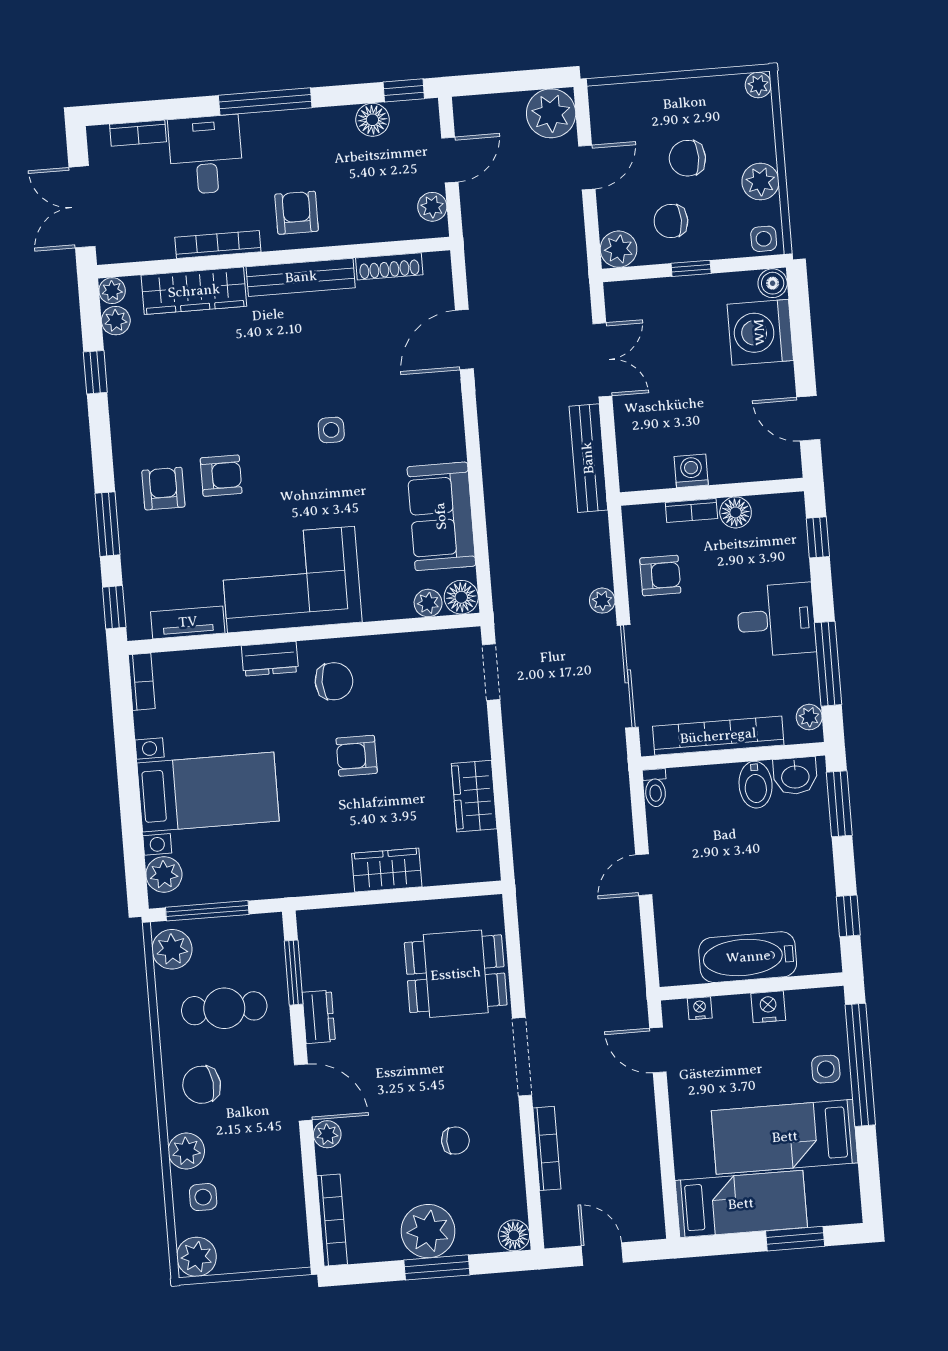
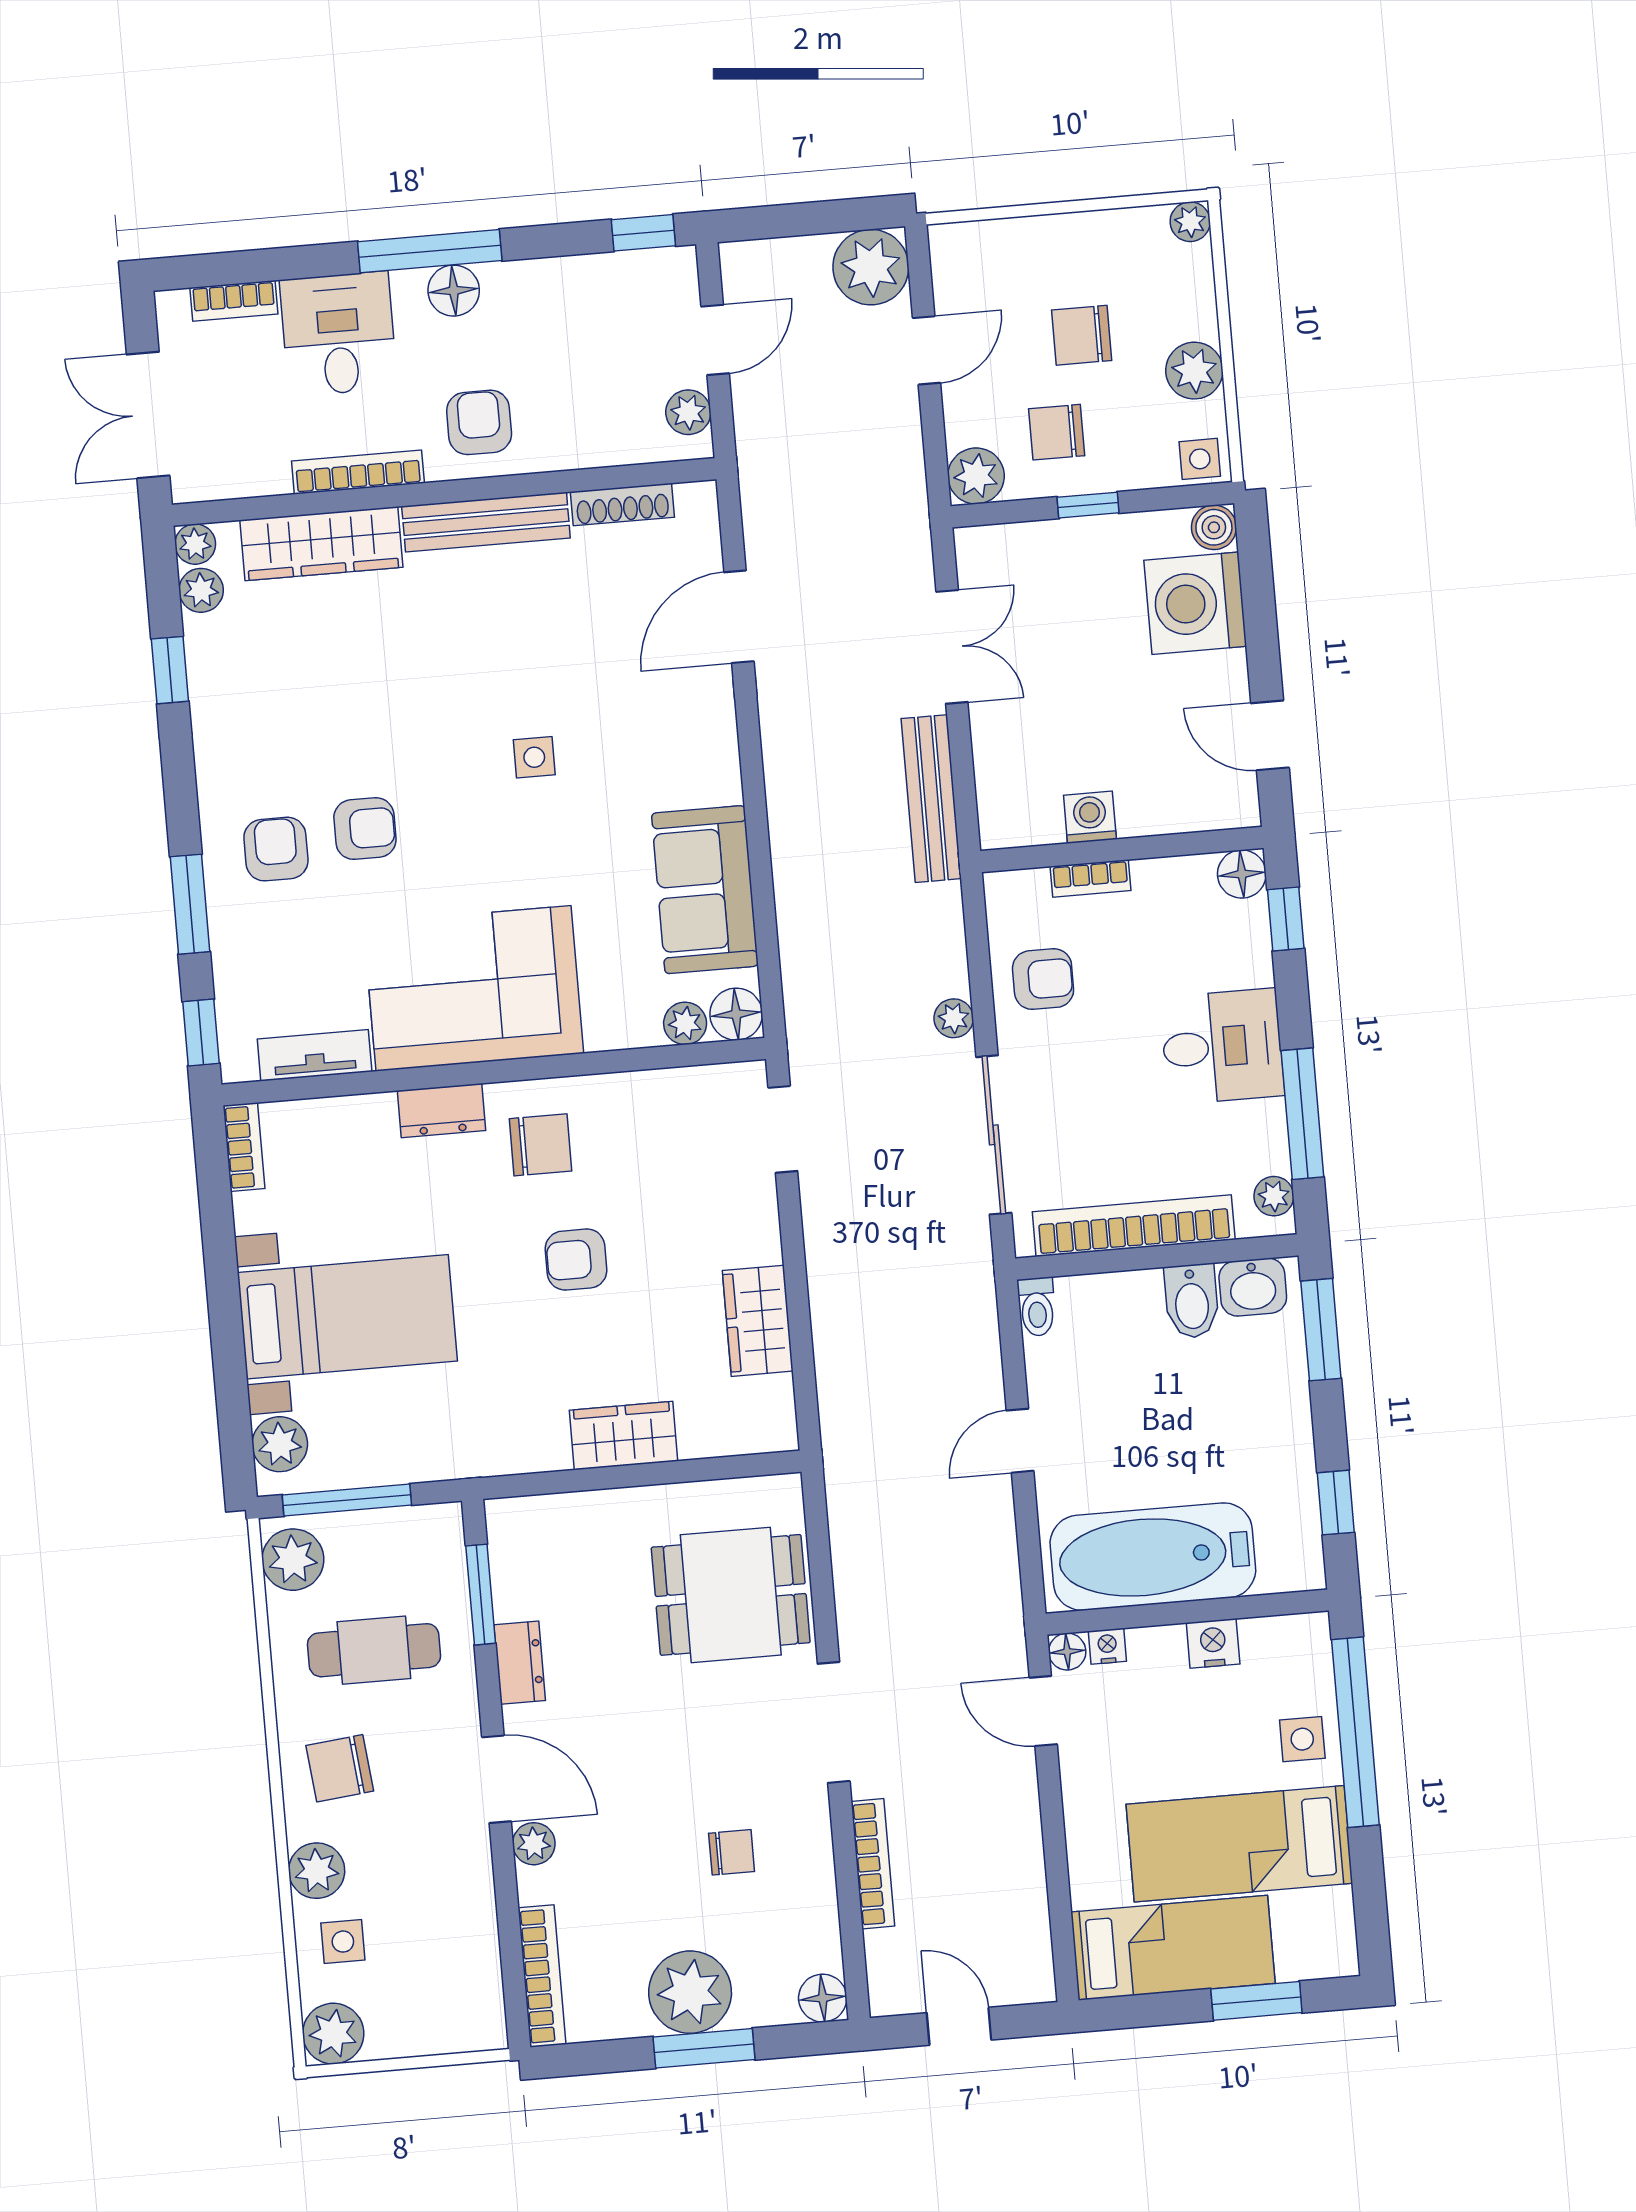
floor lamp: (372, 120) -> (454, 291), moved
floor lamp: (736, 512) -> (1242, 874), moved
bathtub: (748, 957) -> (1153, 1557), width x1.36, depth x1.36
floor lamp: (674, 1012) -> (1067, 1652), added

